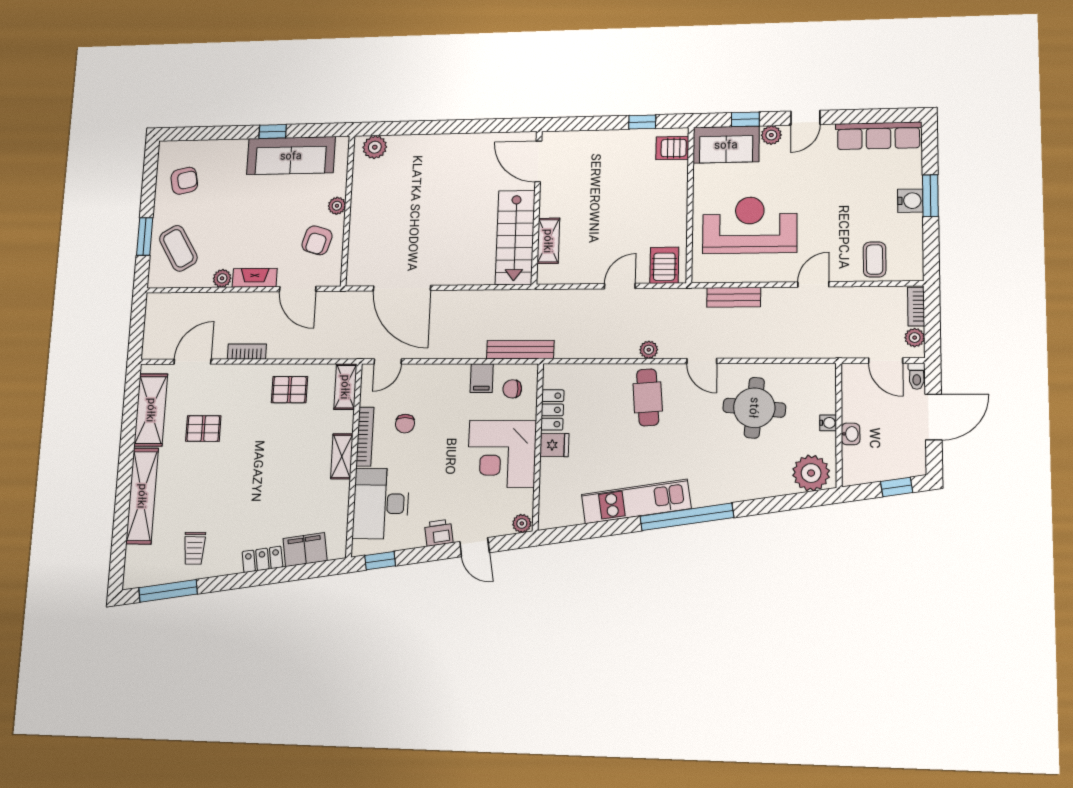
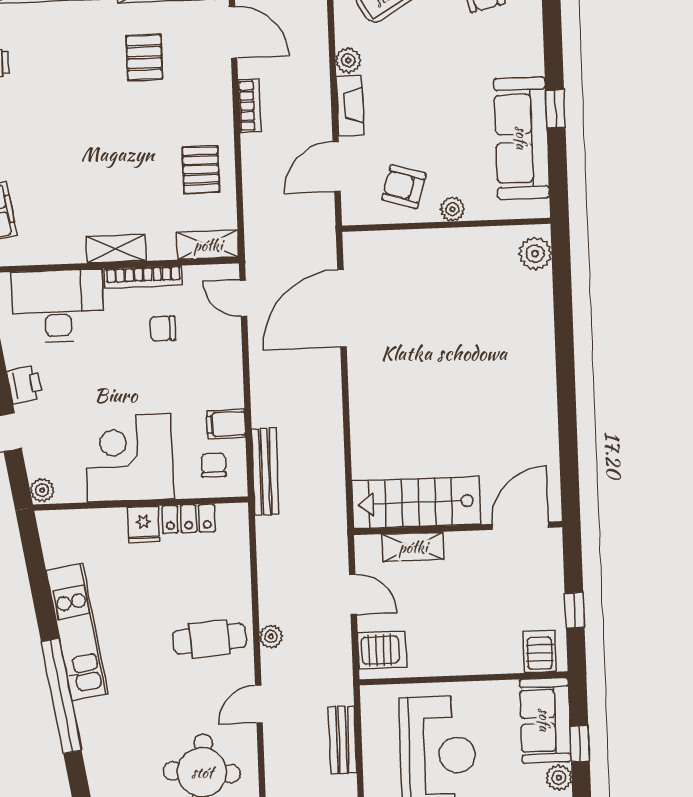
door: (538, 161) -> (520, 526), moved
wall: (537, 207) -> (458, 528), moved
stairs: (515, 237) -> (416, 503), moved
shelving: (548, 241) -> (413, 547), moved

